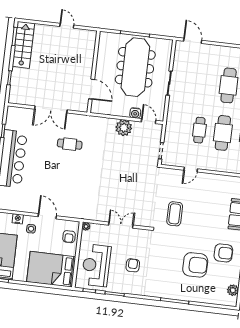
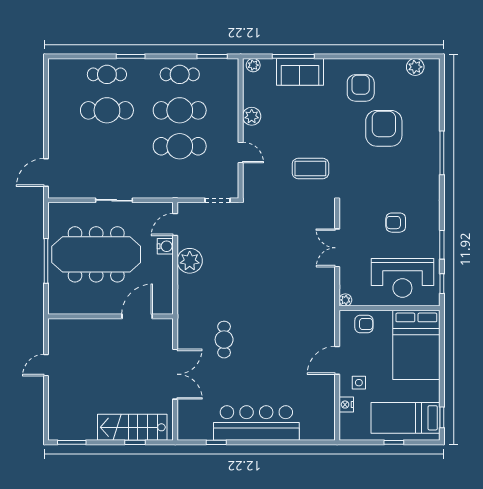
stairs: (23, 45) -> (132, 427), moved
cafe table: (199, 130) -> (180, 146), width x1.37, depth x1.35
plant: (213, 179) -> (252, 116), added

